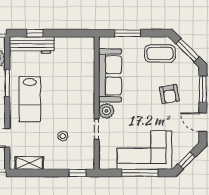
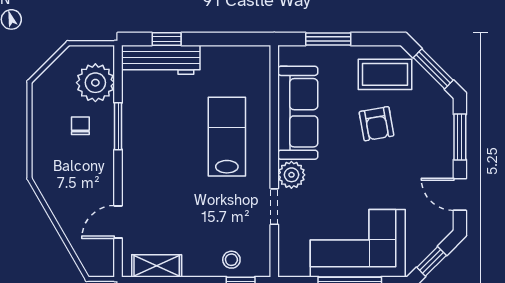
armchair: (169, 94) -> (377, 124), moved
lab bench: (30, 99) -> (227, 137), moved, turned 180
stool: (63, 136) -> (231, 260), moved

